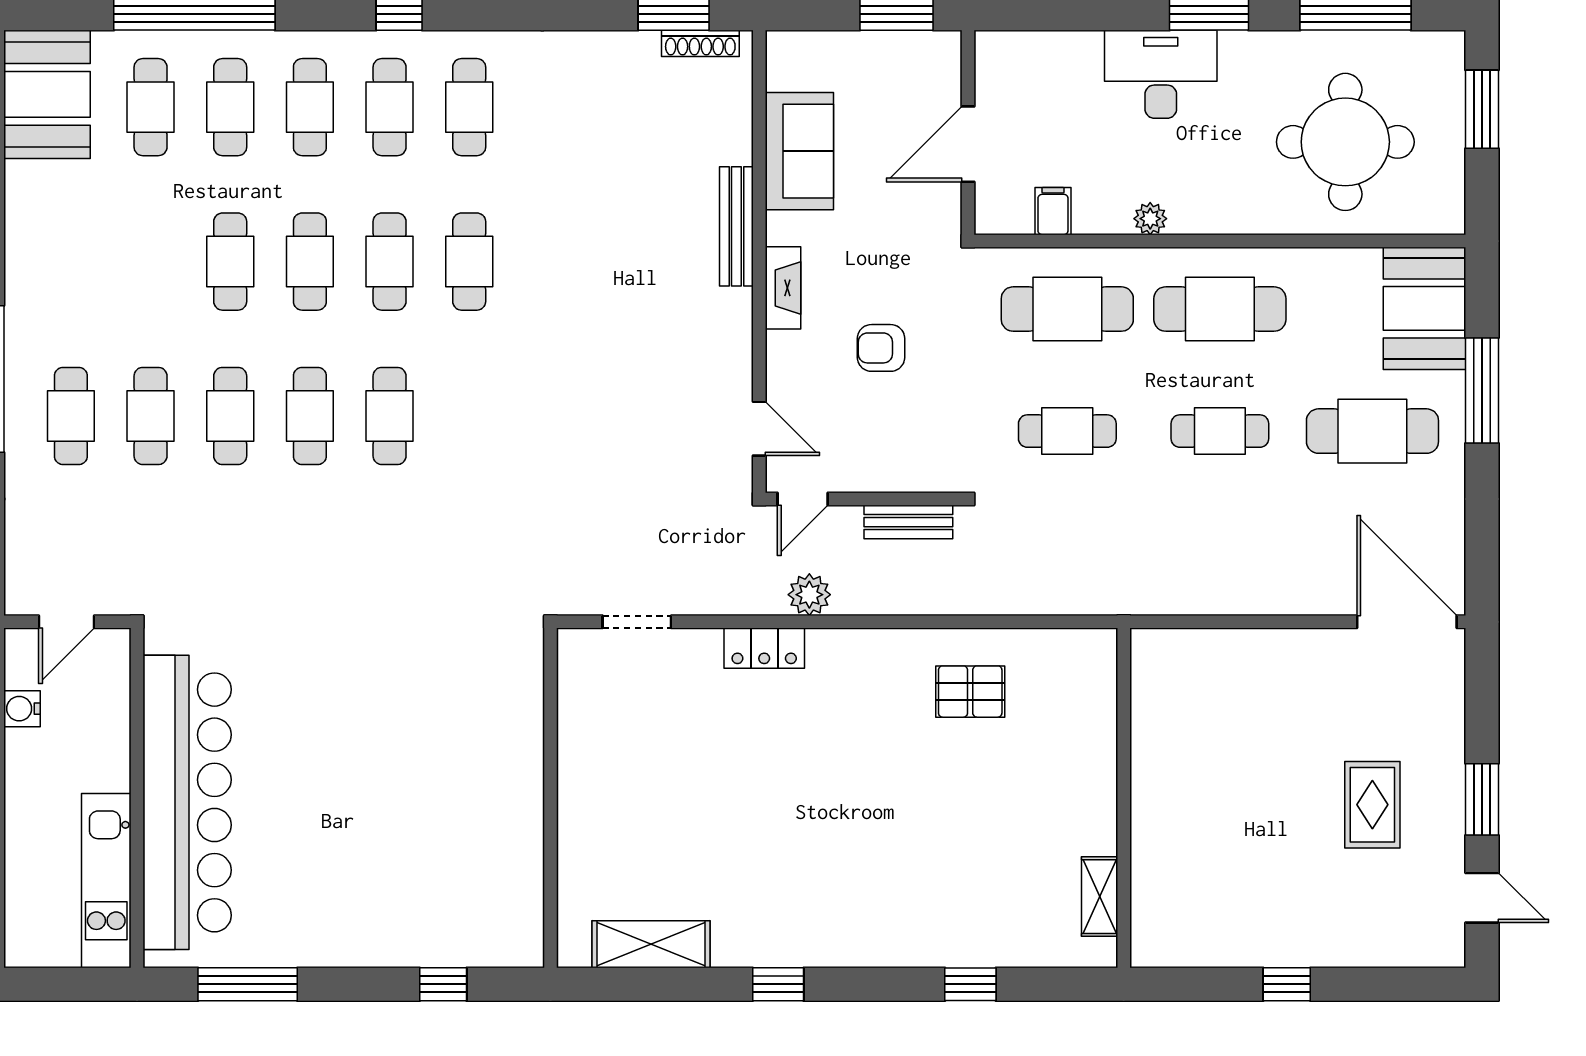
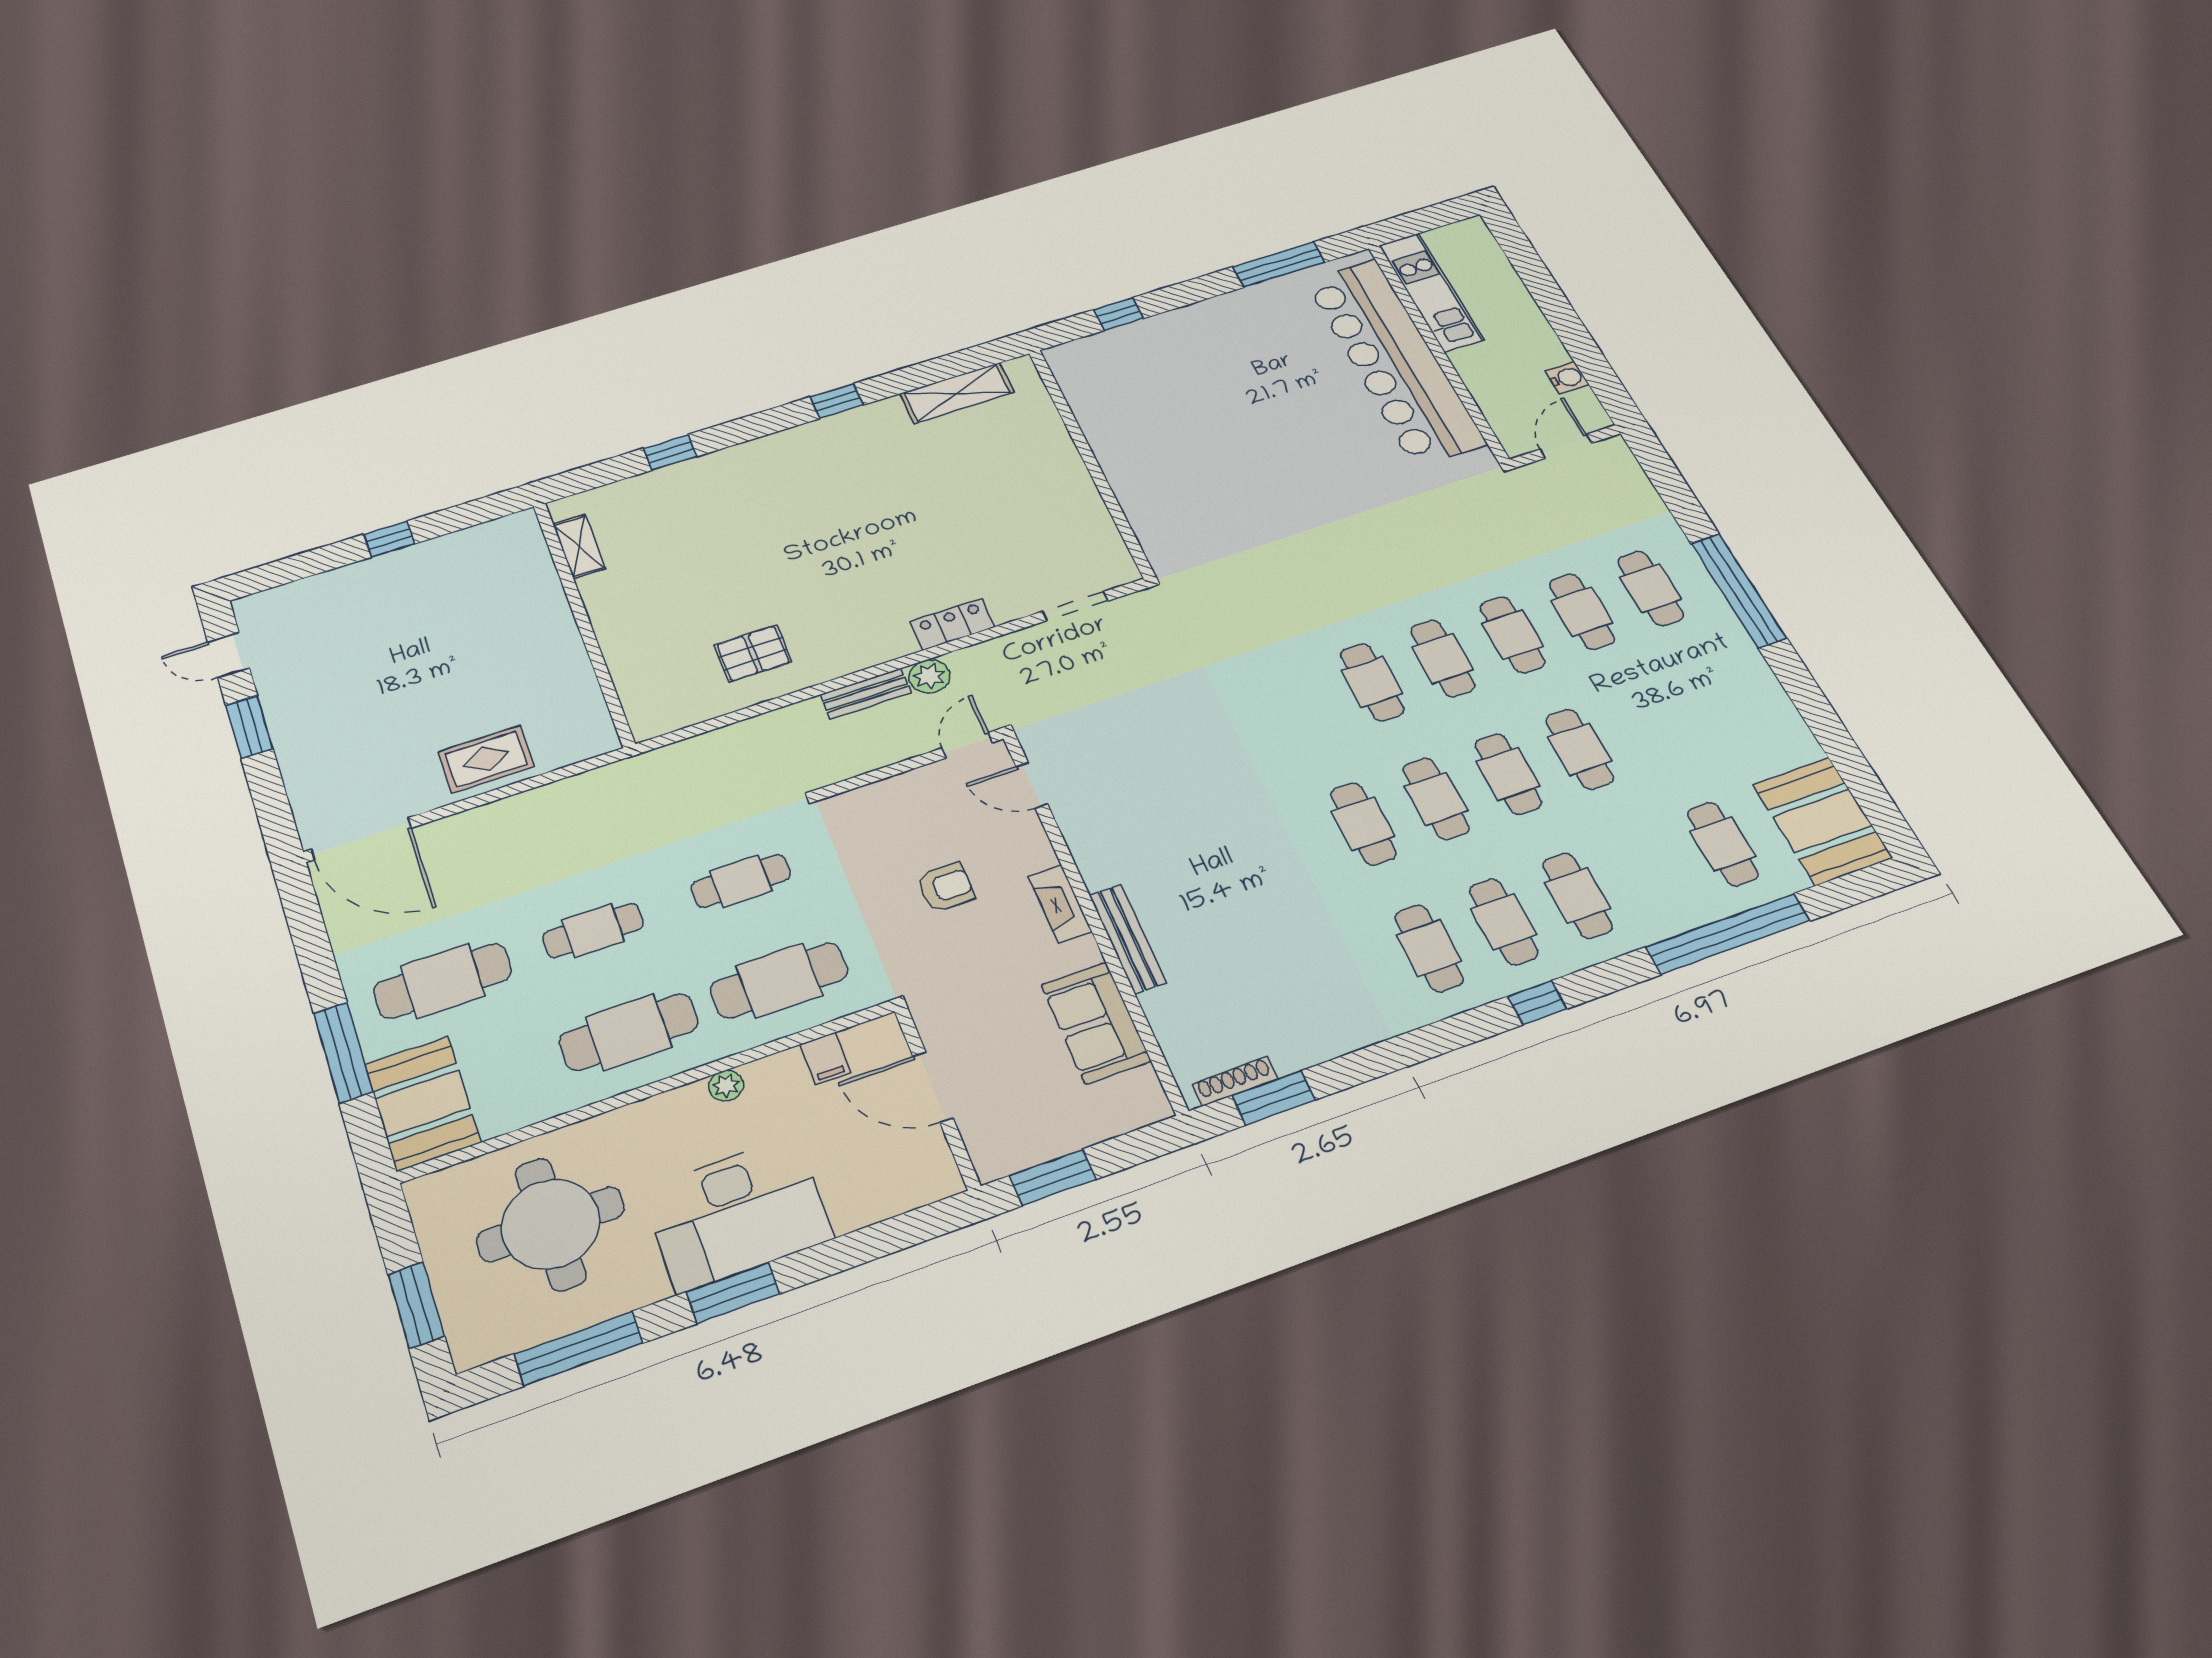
desk: (1161, 74) -> (737, 1214), width x1.36, depth x1.30
cafe table: (230, 107) -> (1650, 870), removed
door: (968, 144) -> (933, 1087), swing flipped
bench: (908, 522) -> (866, 694), moved
rug: (1372, 805) -> (486, 759), moved, turned 90

